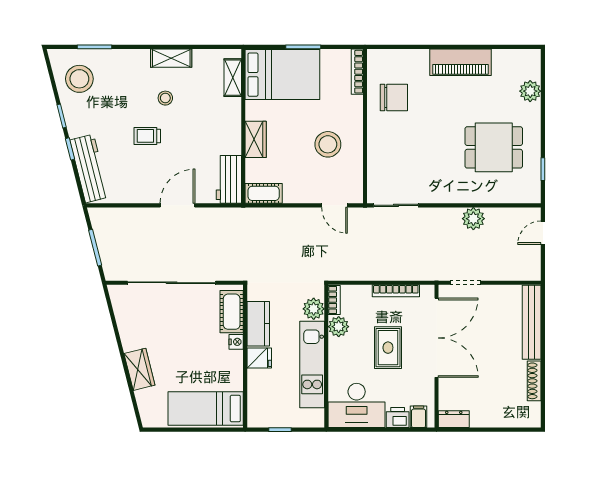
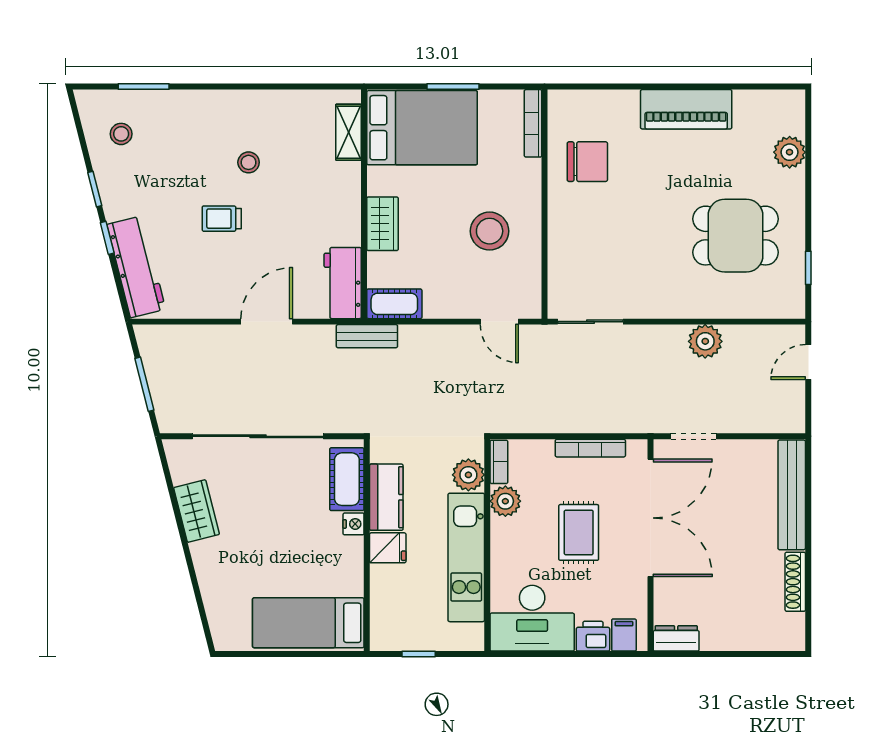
shelving: (171, 58) -> (257, 103), removed
stool: (79, 79) -> (121, 134), width x0.53, depth x0.53
bench: (245, 215) -> (367, 336), added
wardrobe: (139, 369) -> (197, 511), moved

